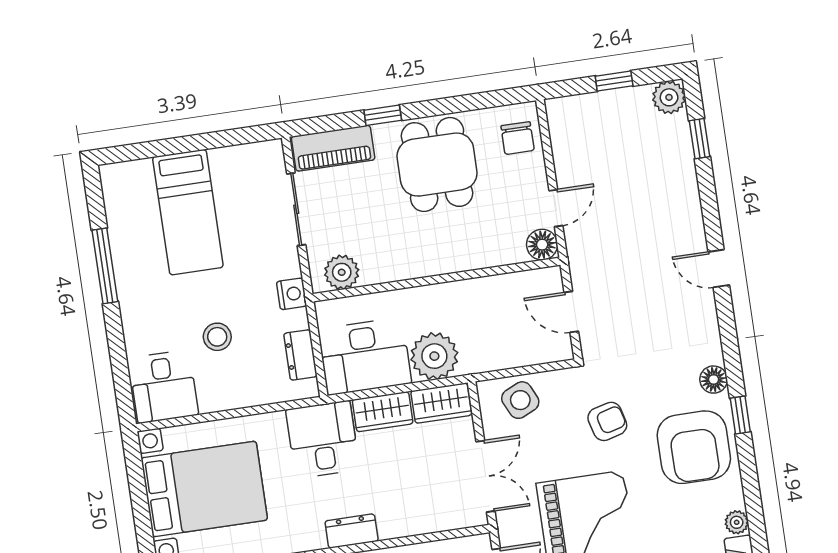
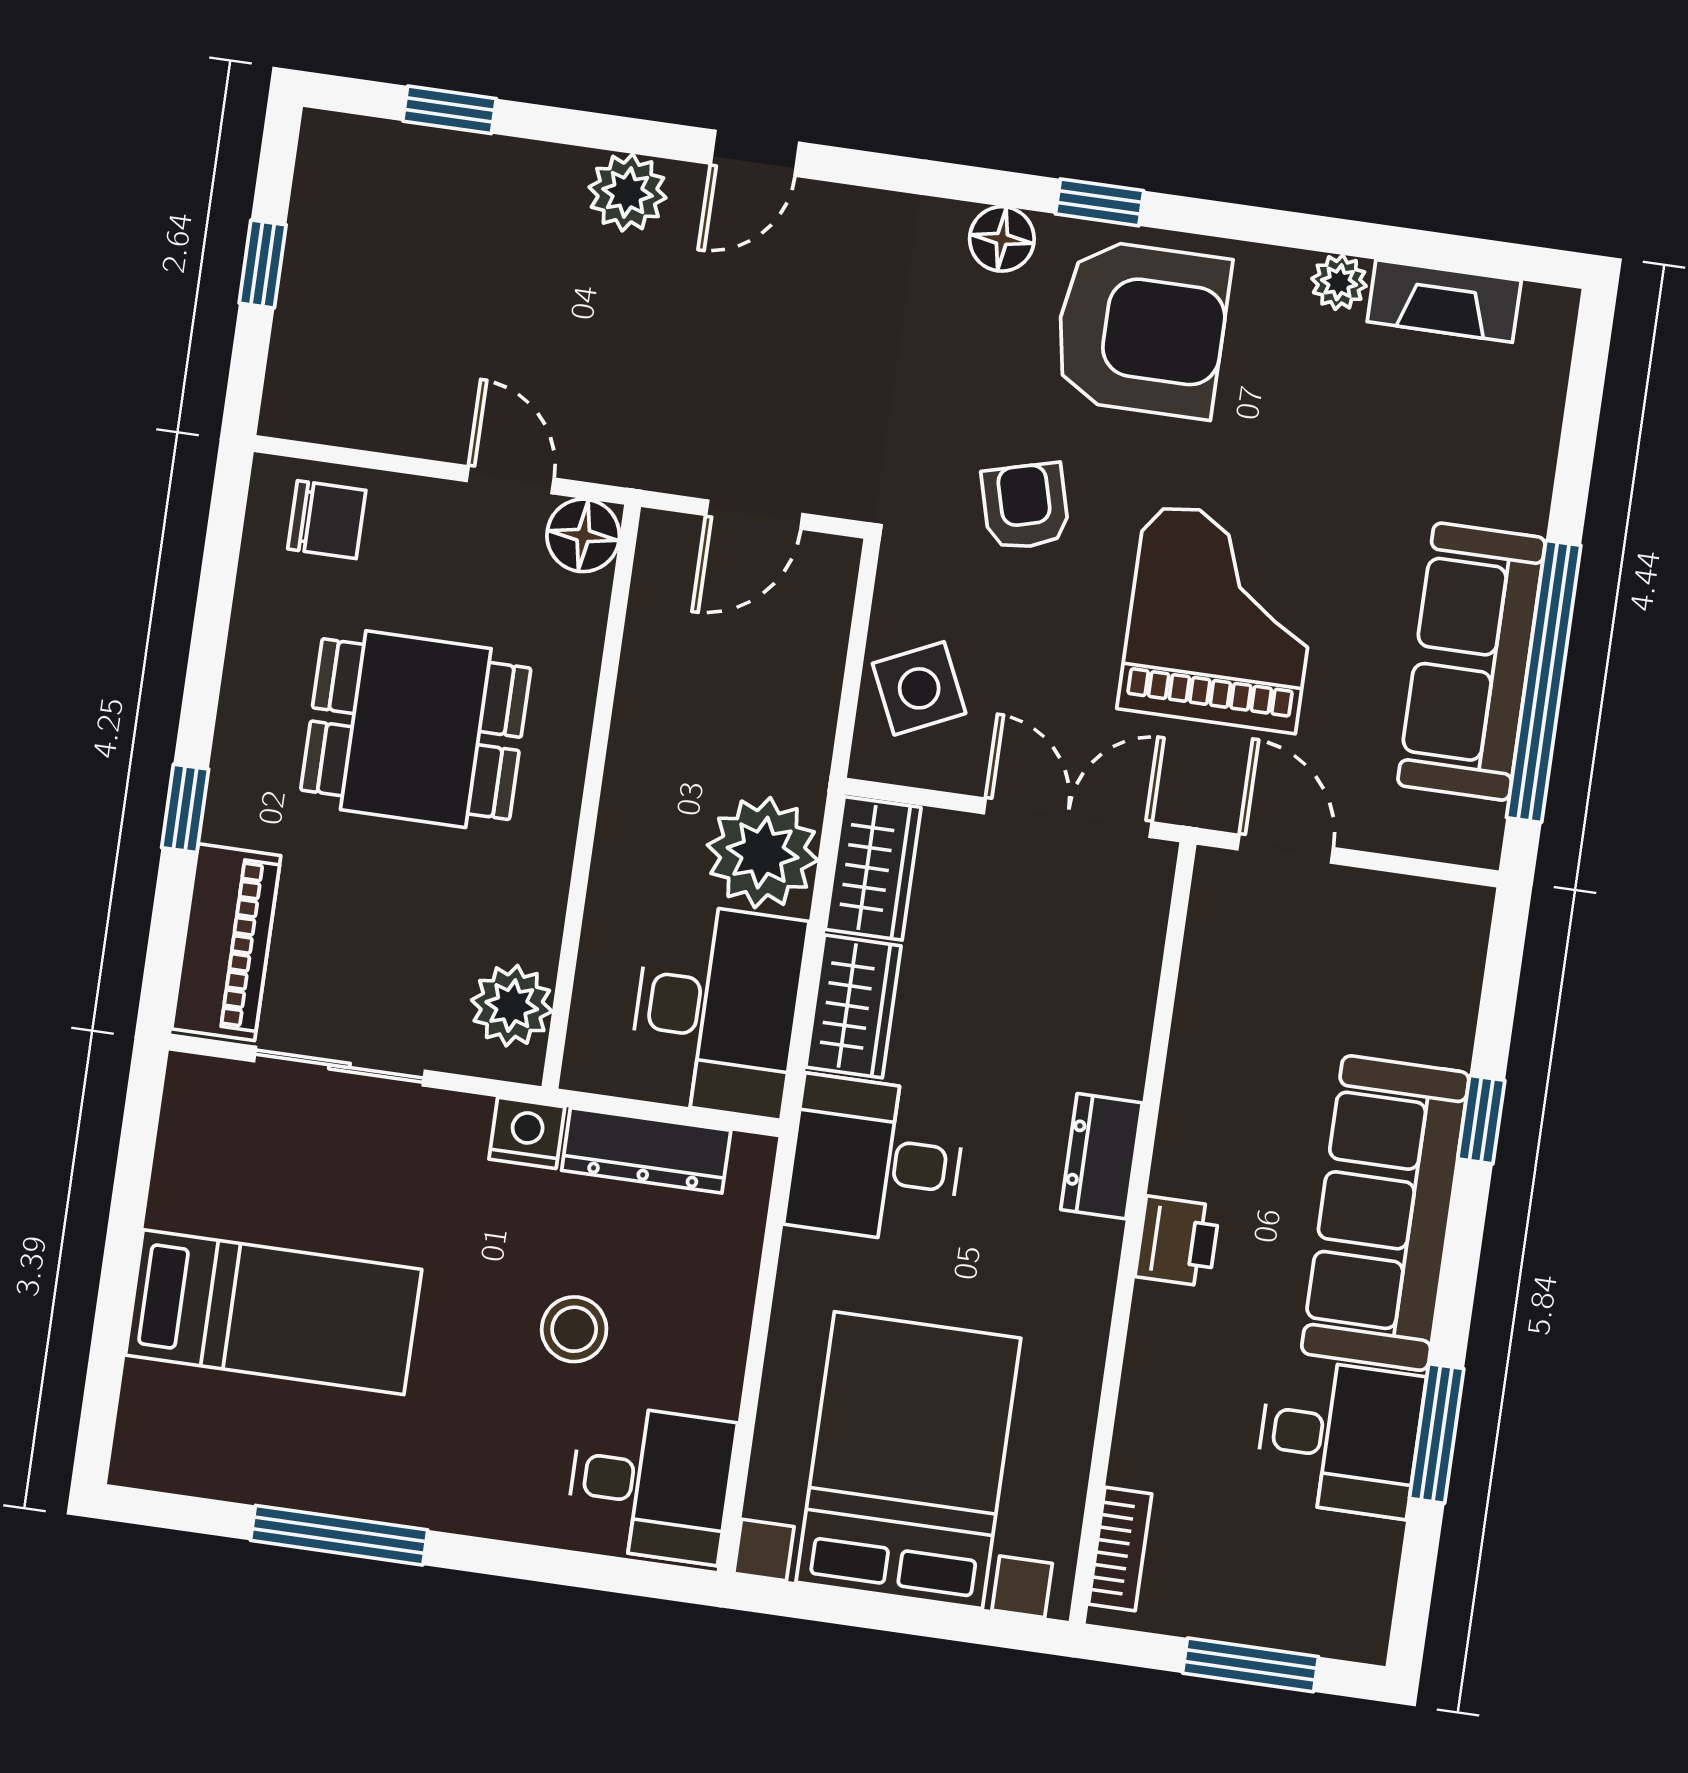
plant: (669, 97) -> (627, 192), moved
dining table: (437, 165) -> (416, 729), moved
dresser: (300, 355) -> (646, 1150), width x1.44

